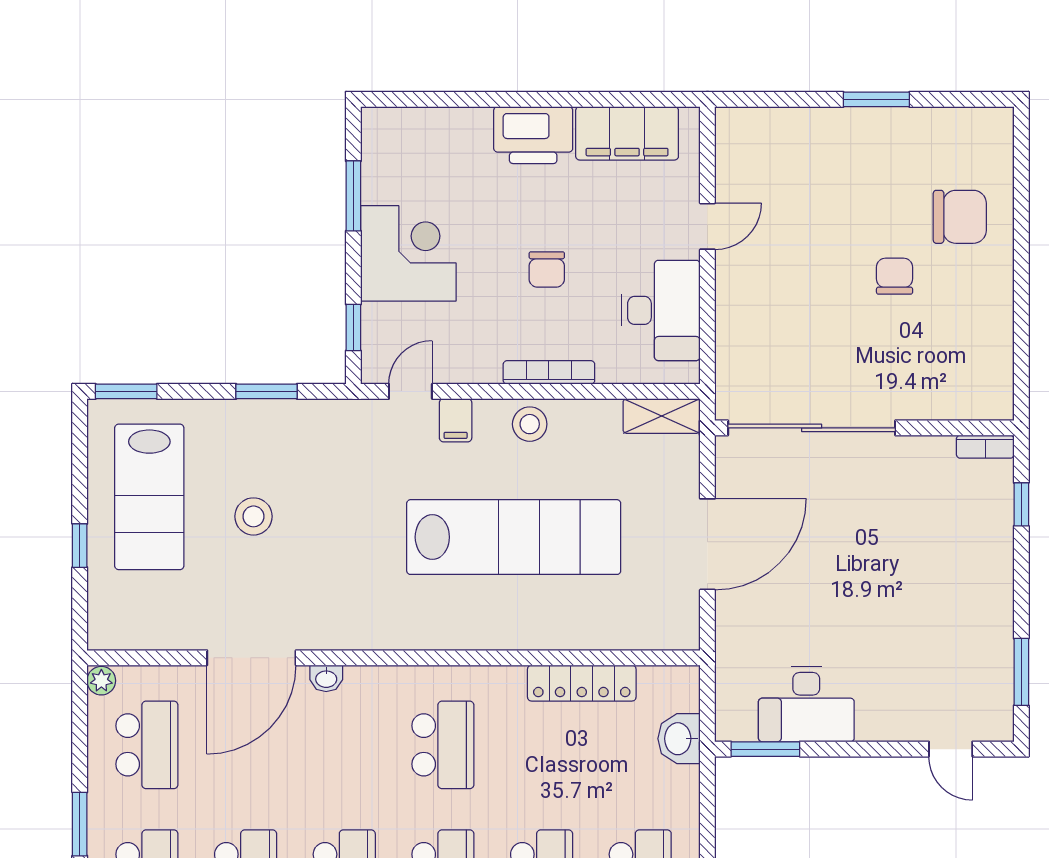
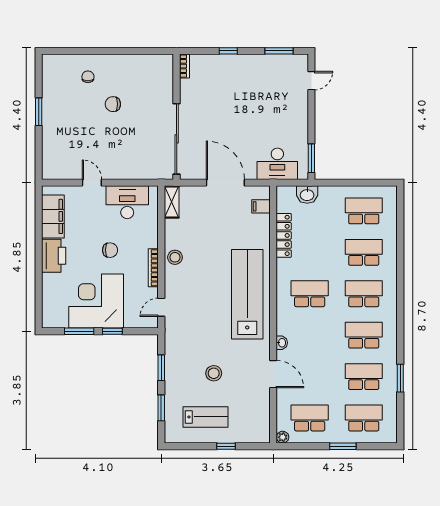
chair: (960, 217) -> (88, 77), width x0.54, depth x0.54
corner desk: (408, 253) -> (96, 301), width x1.36, depth x1.36
window: (353, 327) -> (112, 331), moved
bookcase: (549, 372) -> (153, 268), moved
window: (126, 391) -> (161, 408), moved
door: (410, 391) -> (161, 307), hinge flipped
filing cabinet: (456, 420) -> (261, 206), moved, turned 180
lab bench: (149, 497) -> (206, 417), width x0.73, depth x0.72
window: (1021, 504) -> (228, 51), moved
lab bench: (514, 537) -> (247, 294), moved
door: (251, 658) -> (273, 374), width x0.73
desk: (806, 704) -> (277, 164), moved, turned 90

